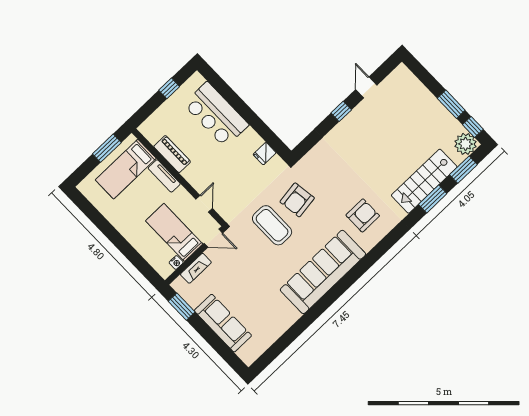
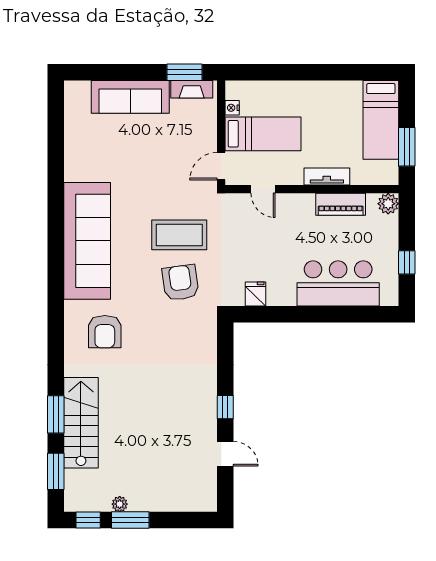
plant: (147, 129) -> (388, 204), added
plant: (466, 144) -> (120, 504), moved, width x0.53, depth x0.53
bed: (126, 169) -> (381, 120), moved, turned 180
fireplace: (196, 268) -> (192, 89), moved, turned -90

